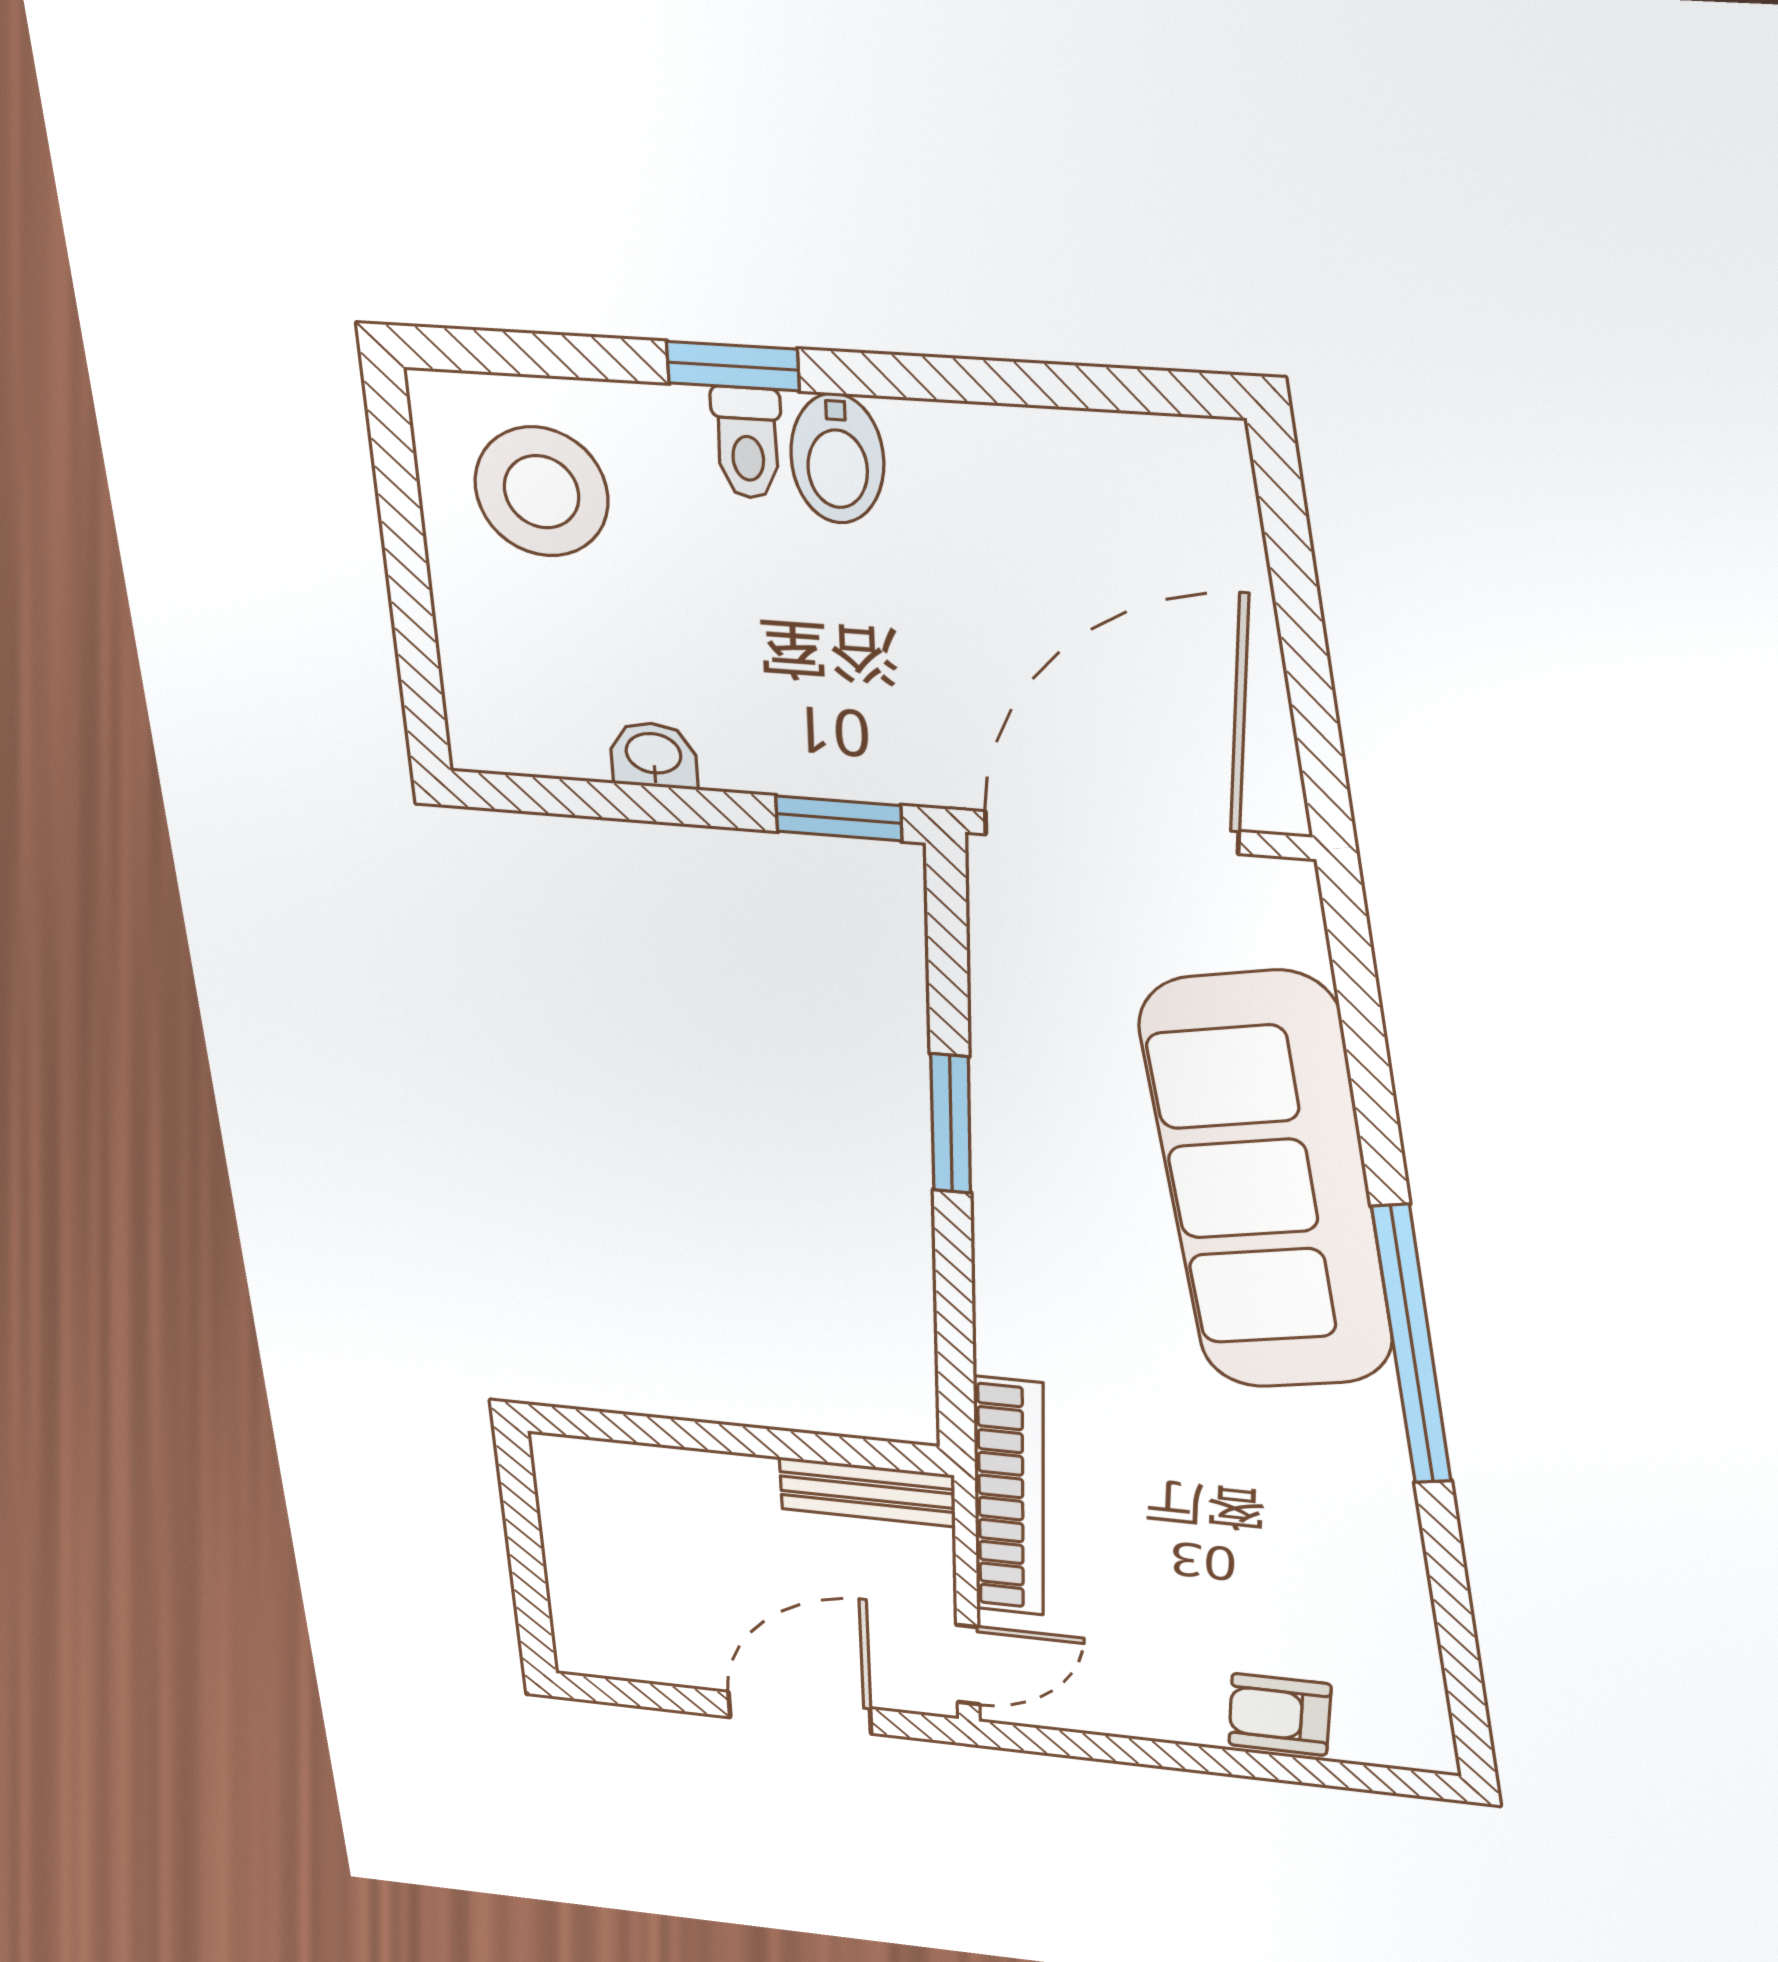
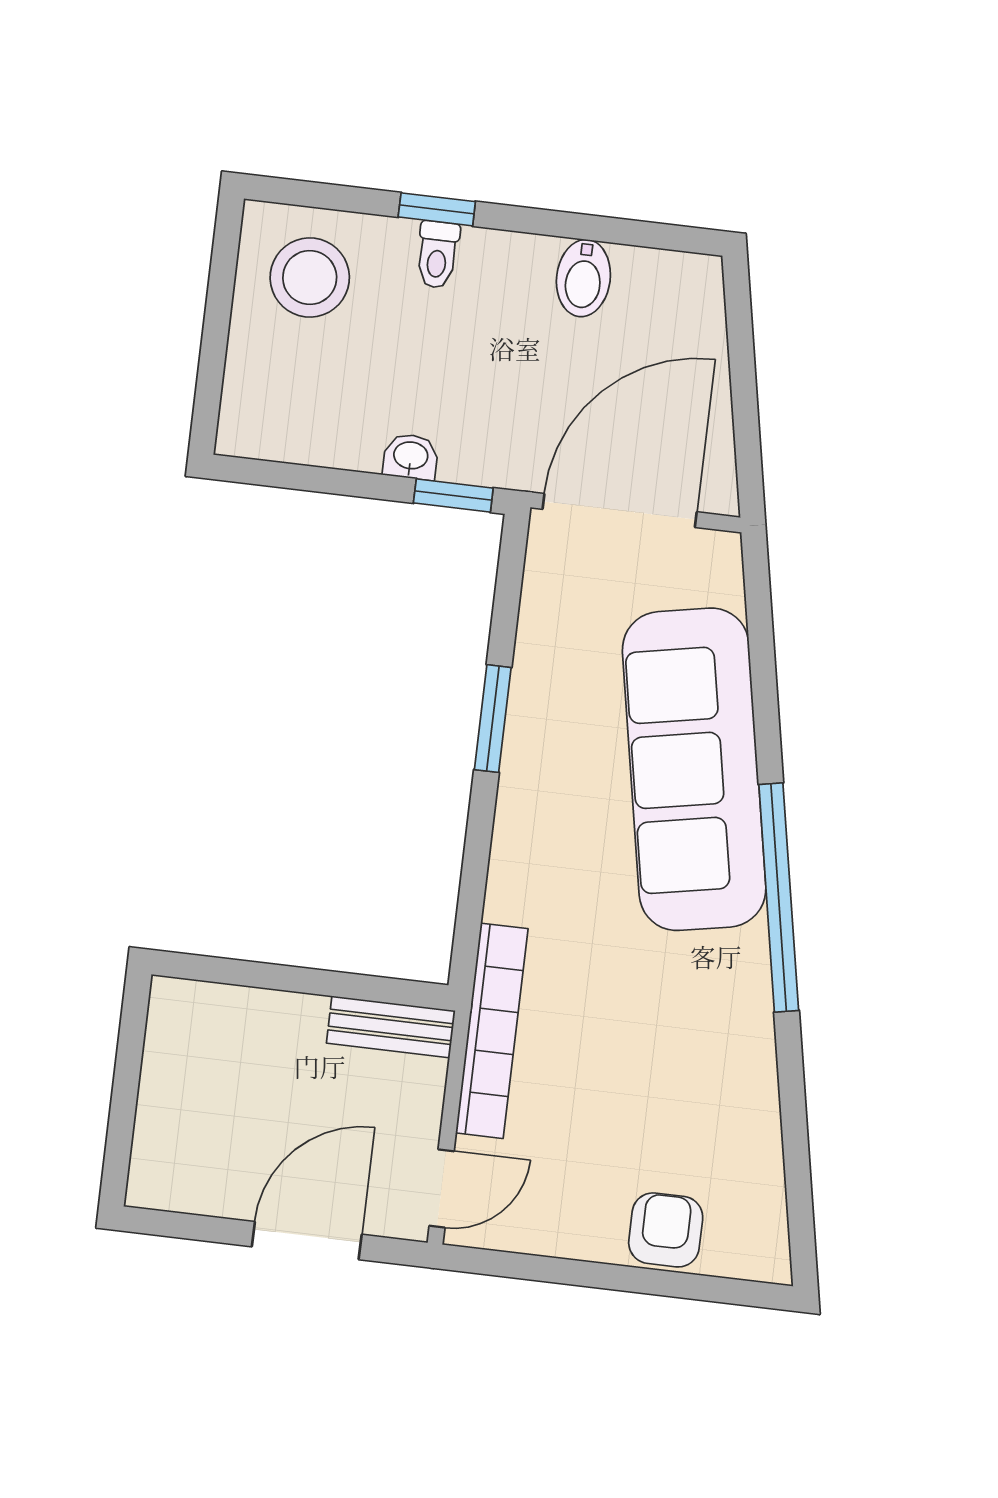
bidet: (837, 459) -> (583, 278), moved
washbasin: (654, 755) -> (411, 457), moved
armchair: (1280, 1715) -> (666, 1230), turned 90

